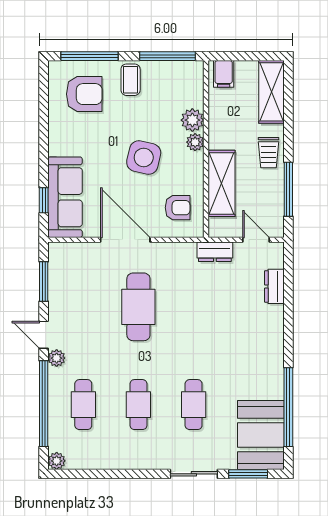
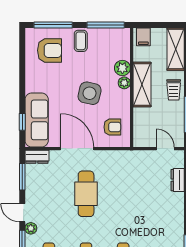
shelving: (222, 183) -> (142, 85), moved
dresser: (215, 252) -> (37, 157), moved

